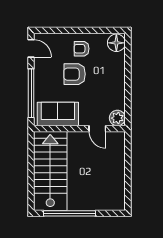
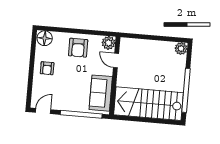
armchair: (75, 74) -> (78, 48), moved
door: (97, 129) -> (116, 61), swing flipped
plant: (118, 203) -> (181, 49), added

